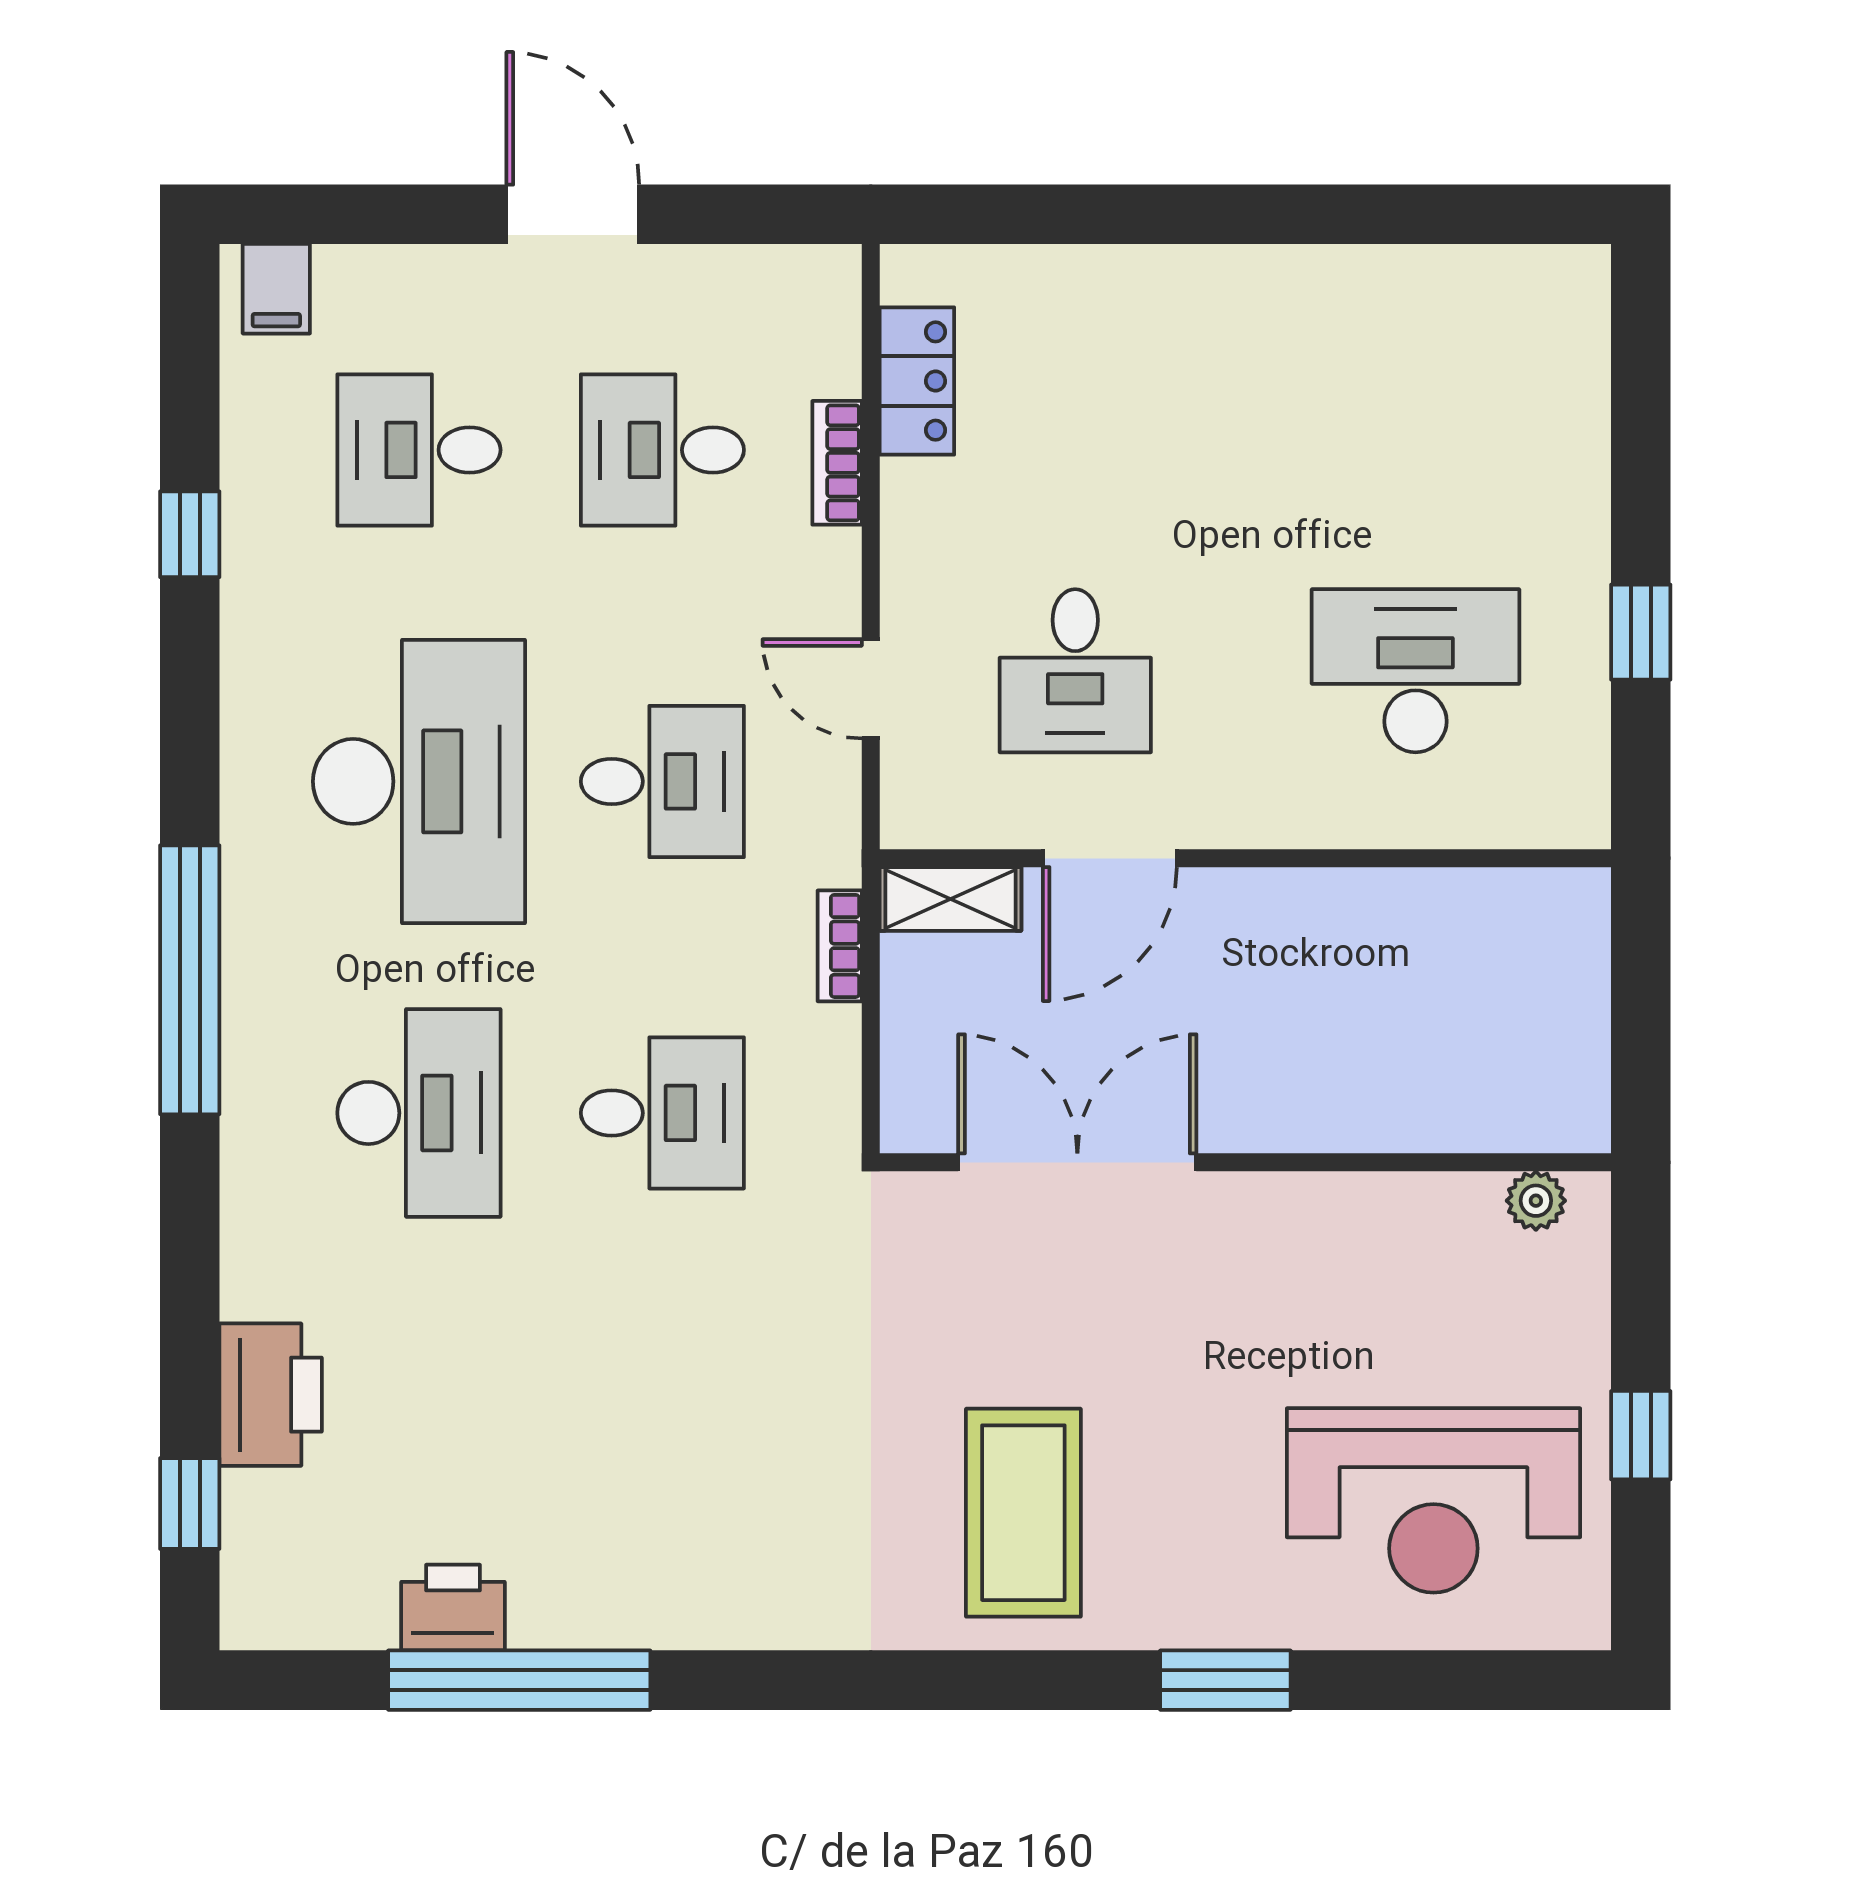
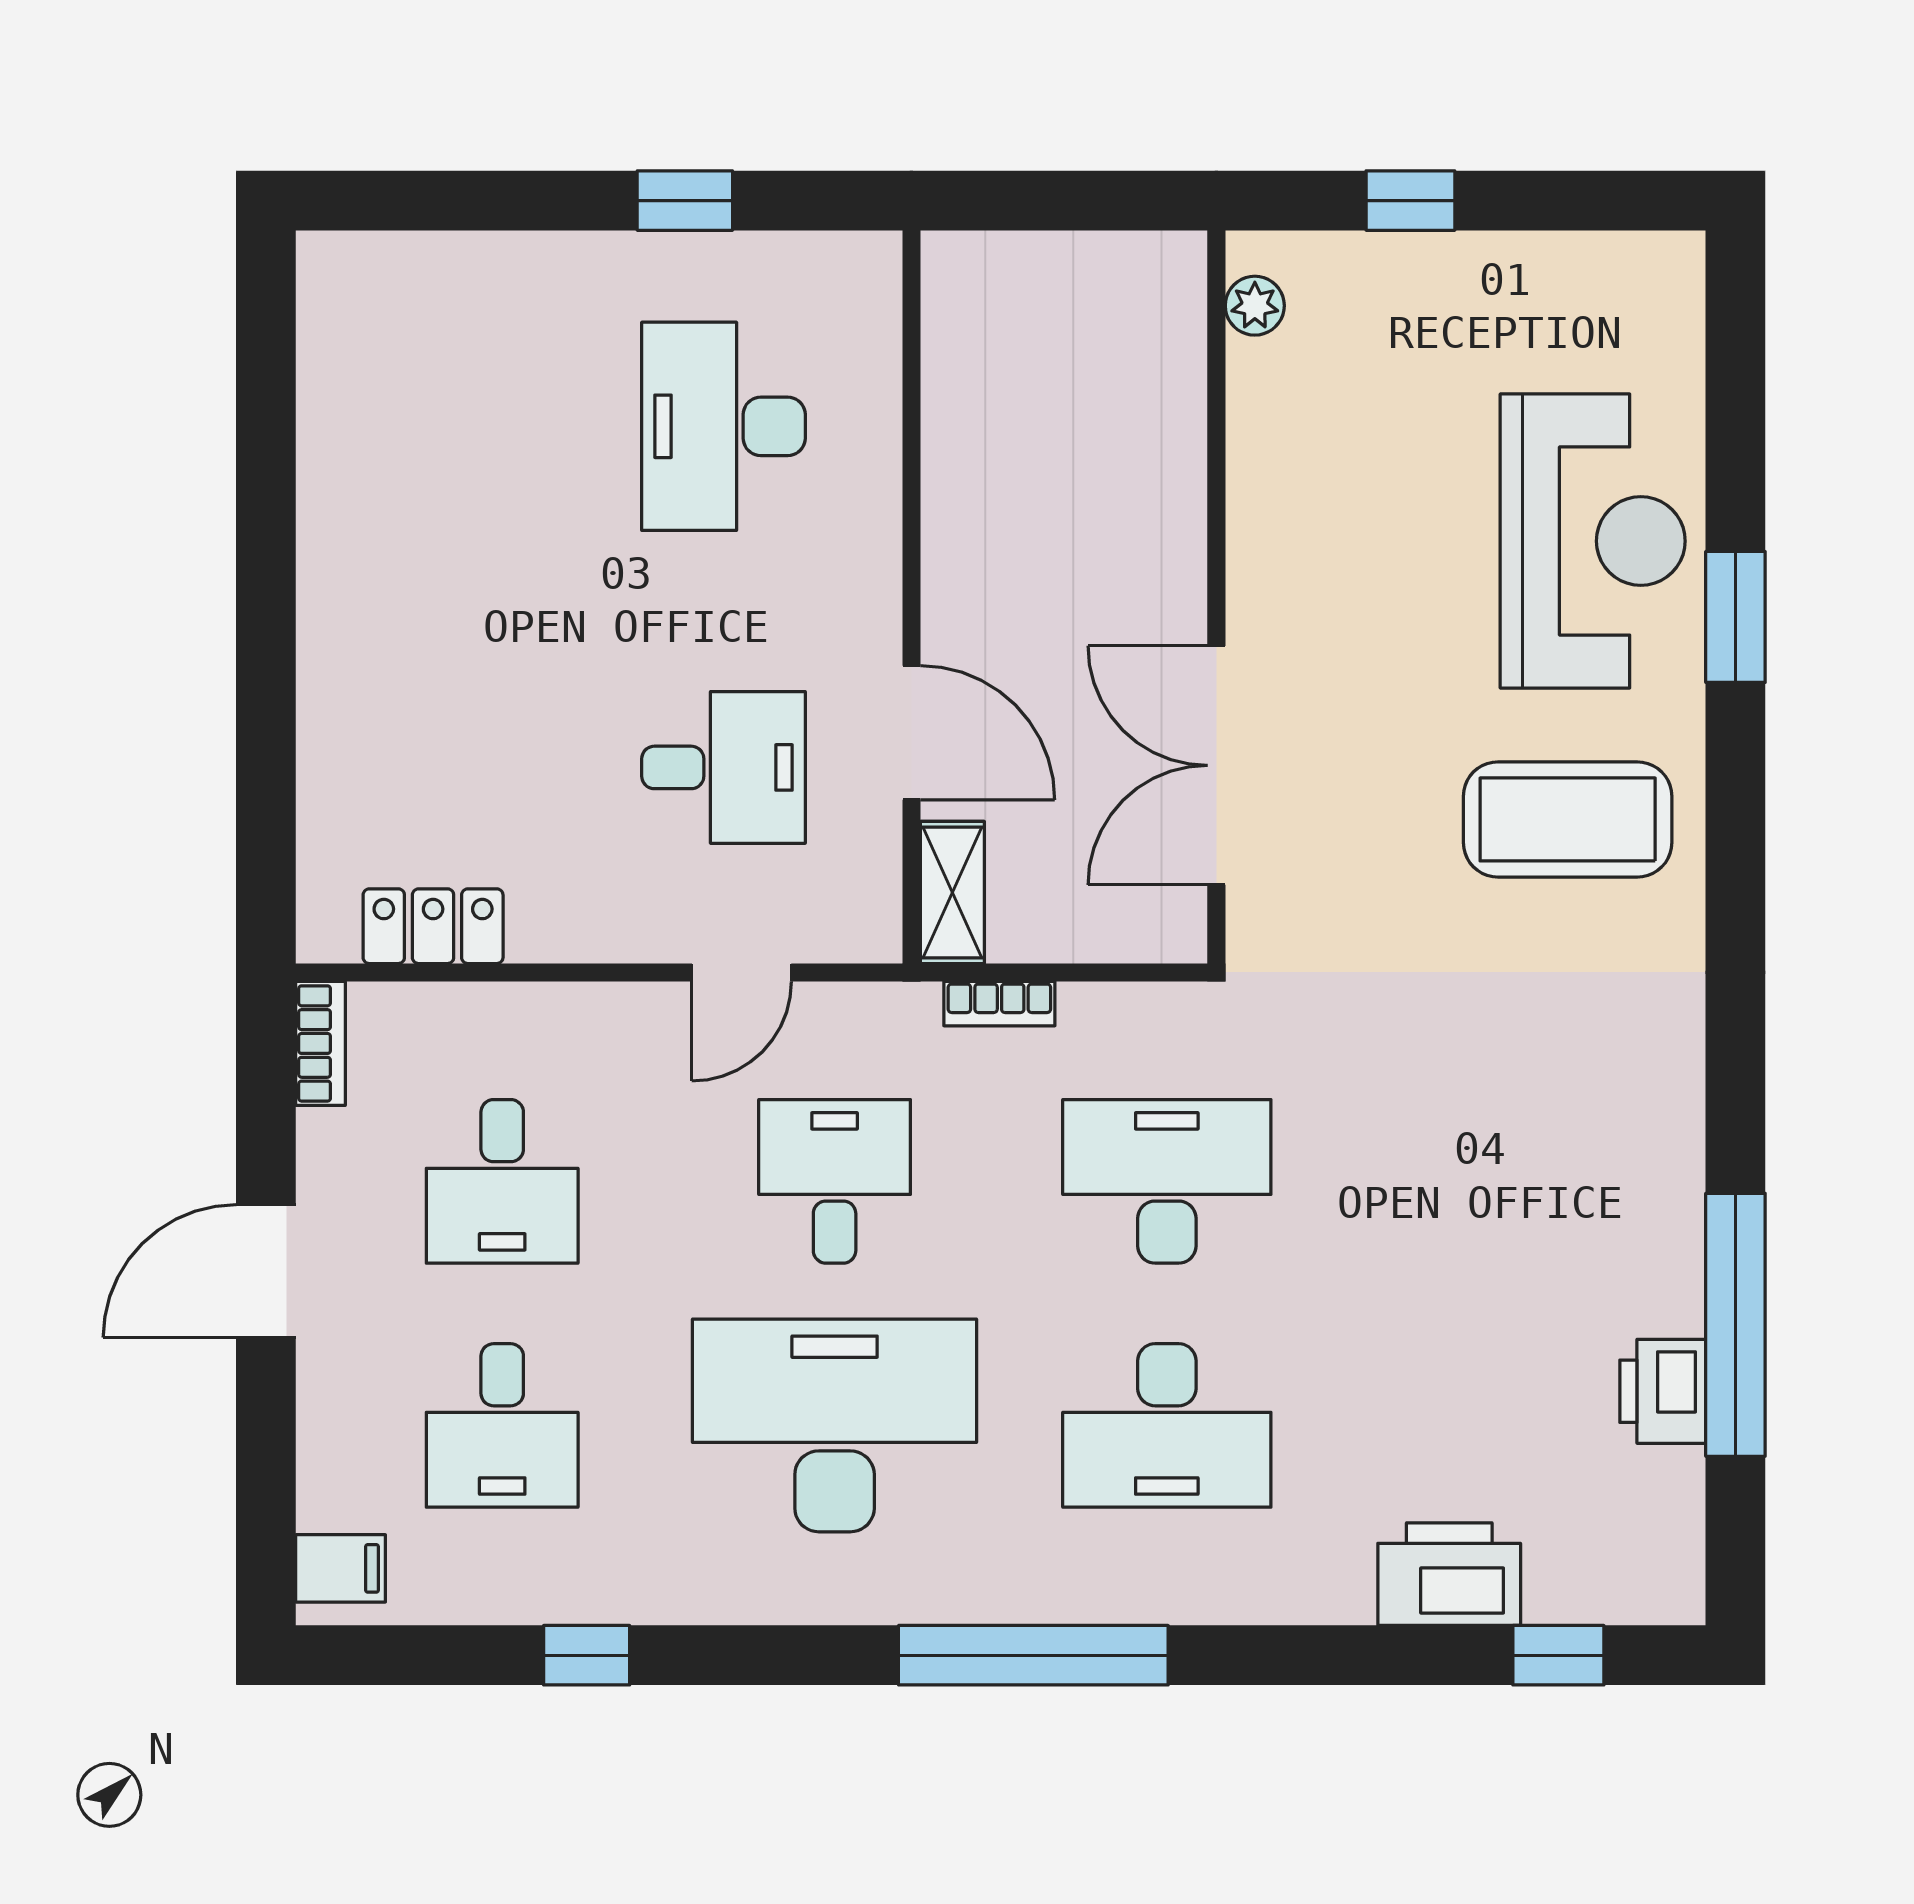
bookcase: (837, 463) -> (321, 1043), moved, turned -90
desk: (419, 1113) -> (1167, 1425), turned 180
desk: (662, 1113) -> (1167, 1181), width x1.37
window: (1641, 1435) -> (1410, 201), moved
reception desk: (1433, 1500) -> (1593, 541), moved

